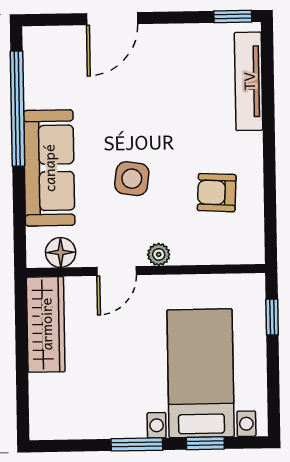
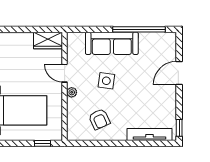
door: (112, 19) -> (179, 73), hinge flipped
armchair: (217, 193) -> (99, 119), turned 153
floor lamp: (61, 252) -> (73, 48), removed
wardrobe: (46, 324) -> (48, 41), width x0.67

